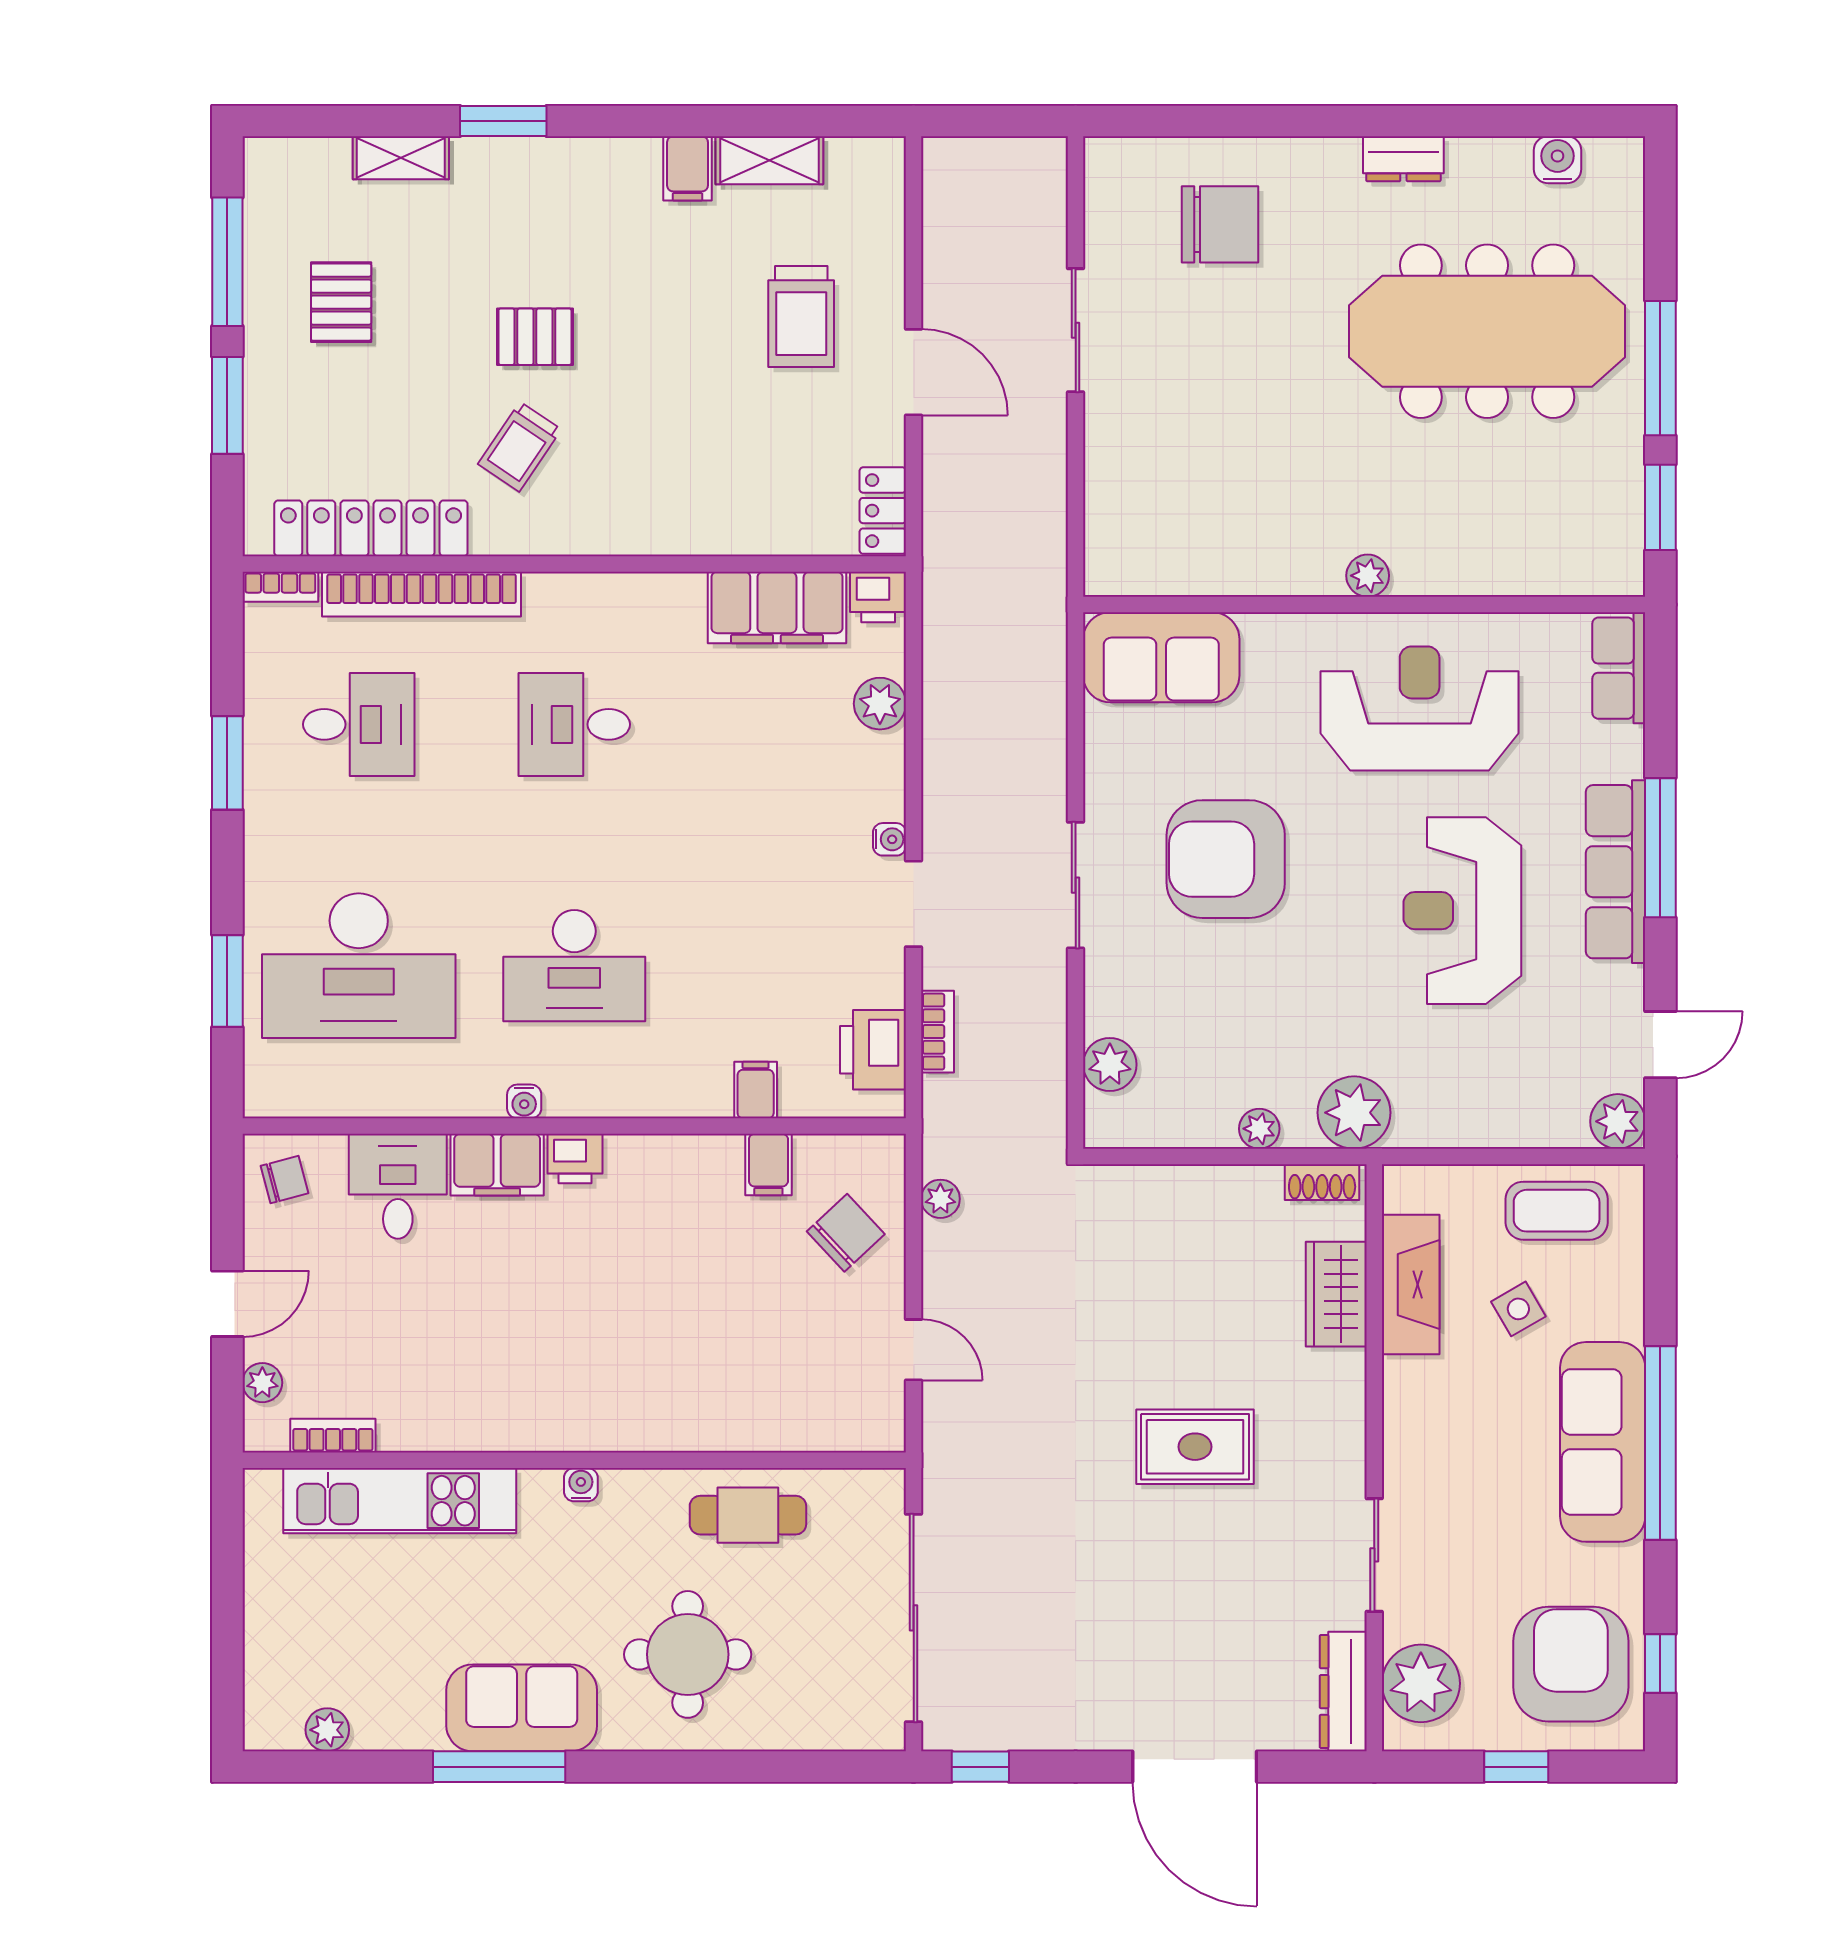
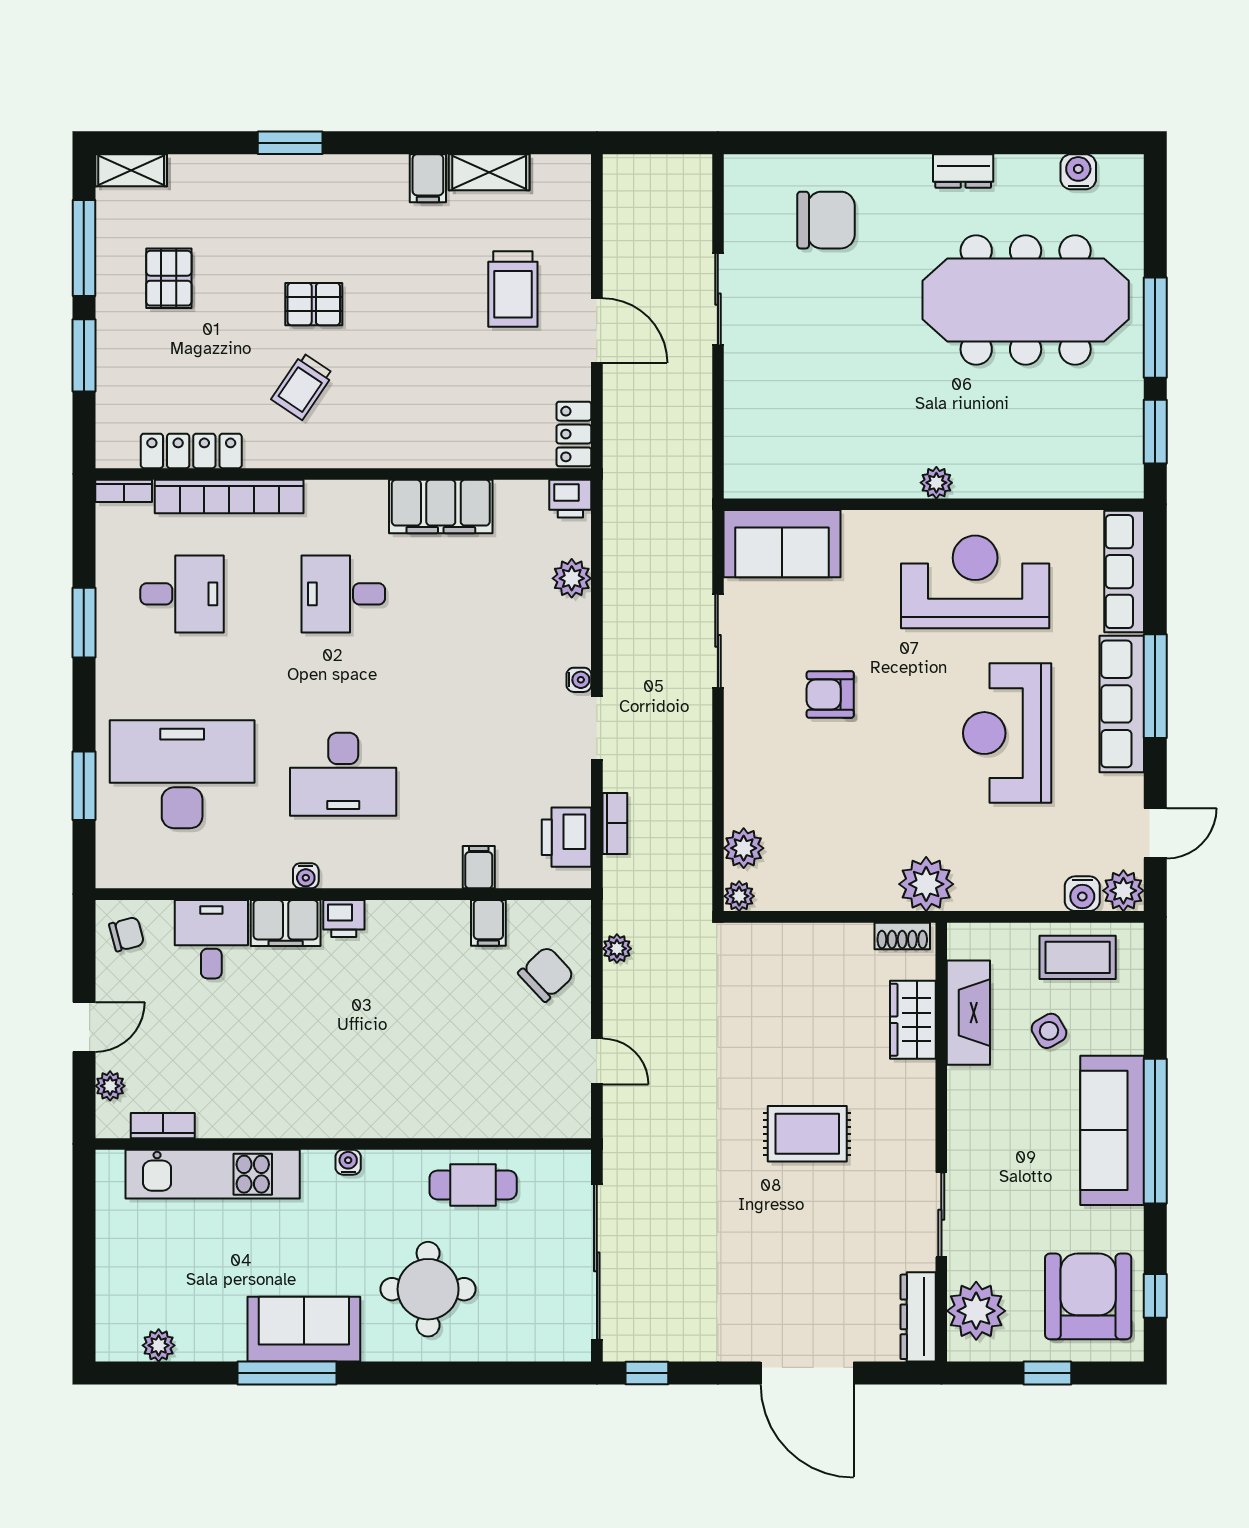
shelving: (401, 158) -> (131, 170), moved
locker: (371, 528) -> (191, 451), width x0.71, depth x0.83
filing cabinet: (777, 607) -> (441, 506), moved
row of seats: (1619, 668) -> (1124, 572), width x1.48
armchair: (1226, 859) -> (830, 695), width x0.53, depth x0.53
sliding door: (1076, 885) -> (718, 641), moved
desk: (359, 966) -> (182, 774), turned 180
water cooler: (1563, 1125) -> (1082, 894), added
plant: (1259, 1129) -> (739, 896), moved

